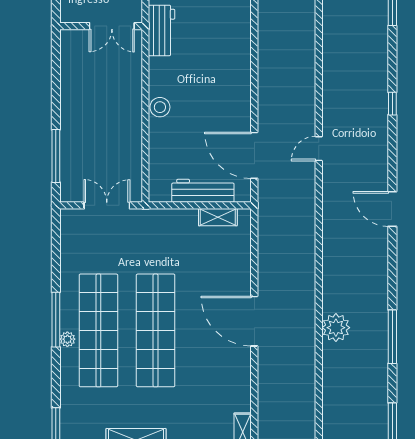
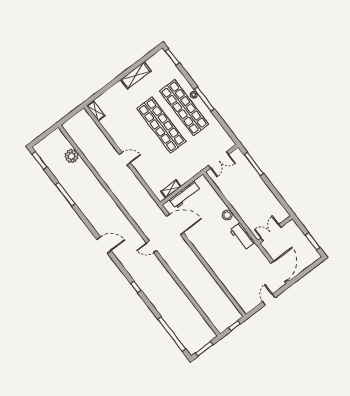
workbench: (162, 30) -> (242, 236), moved
door: (319, 149) -> (151, 247), swing flipped
door: (254, 321) -> (125, 159), width x0.53
plant: (336, 328) -> (72, 156), moved

